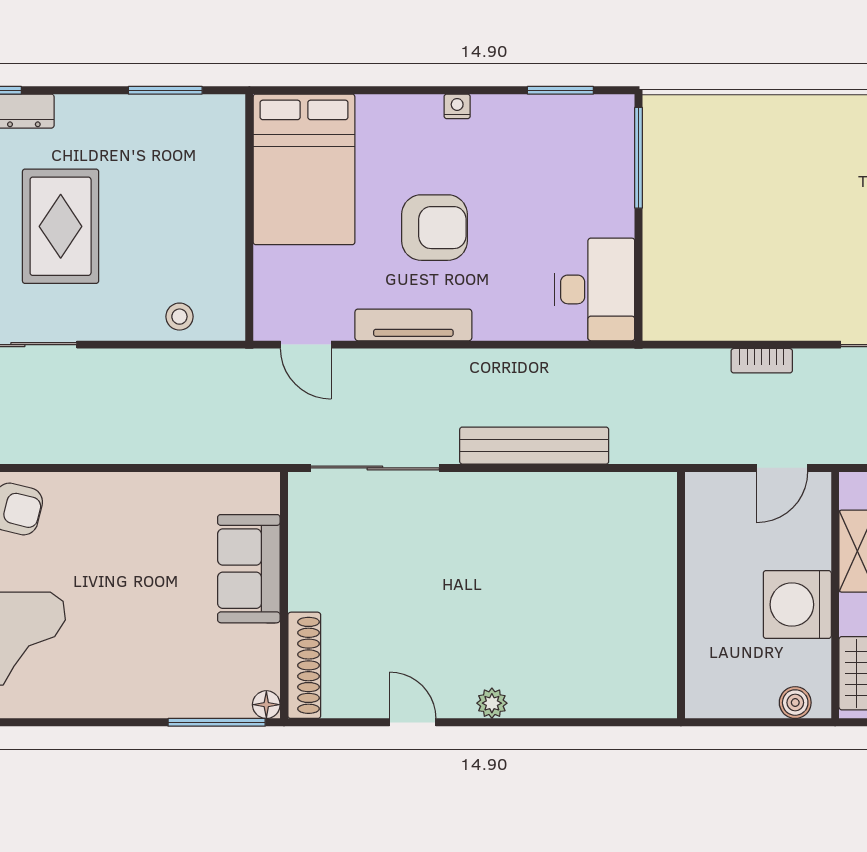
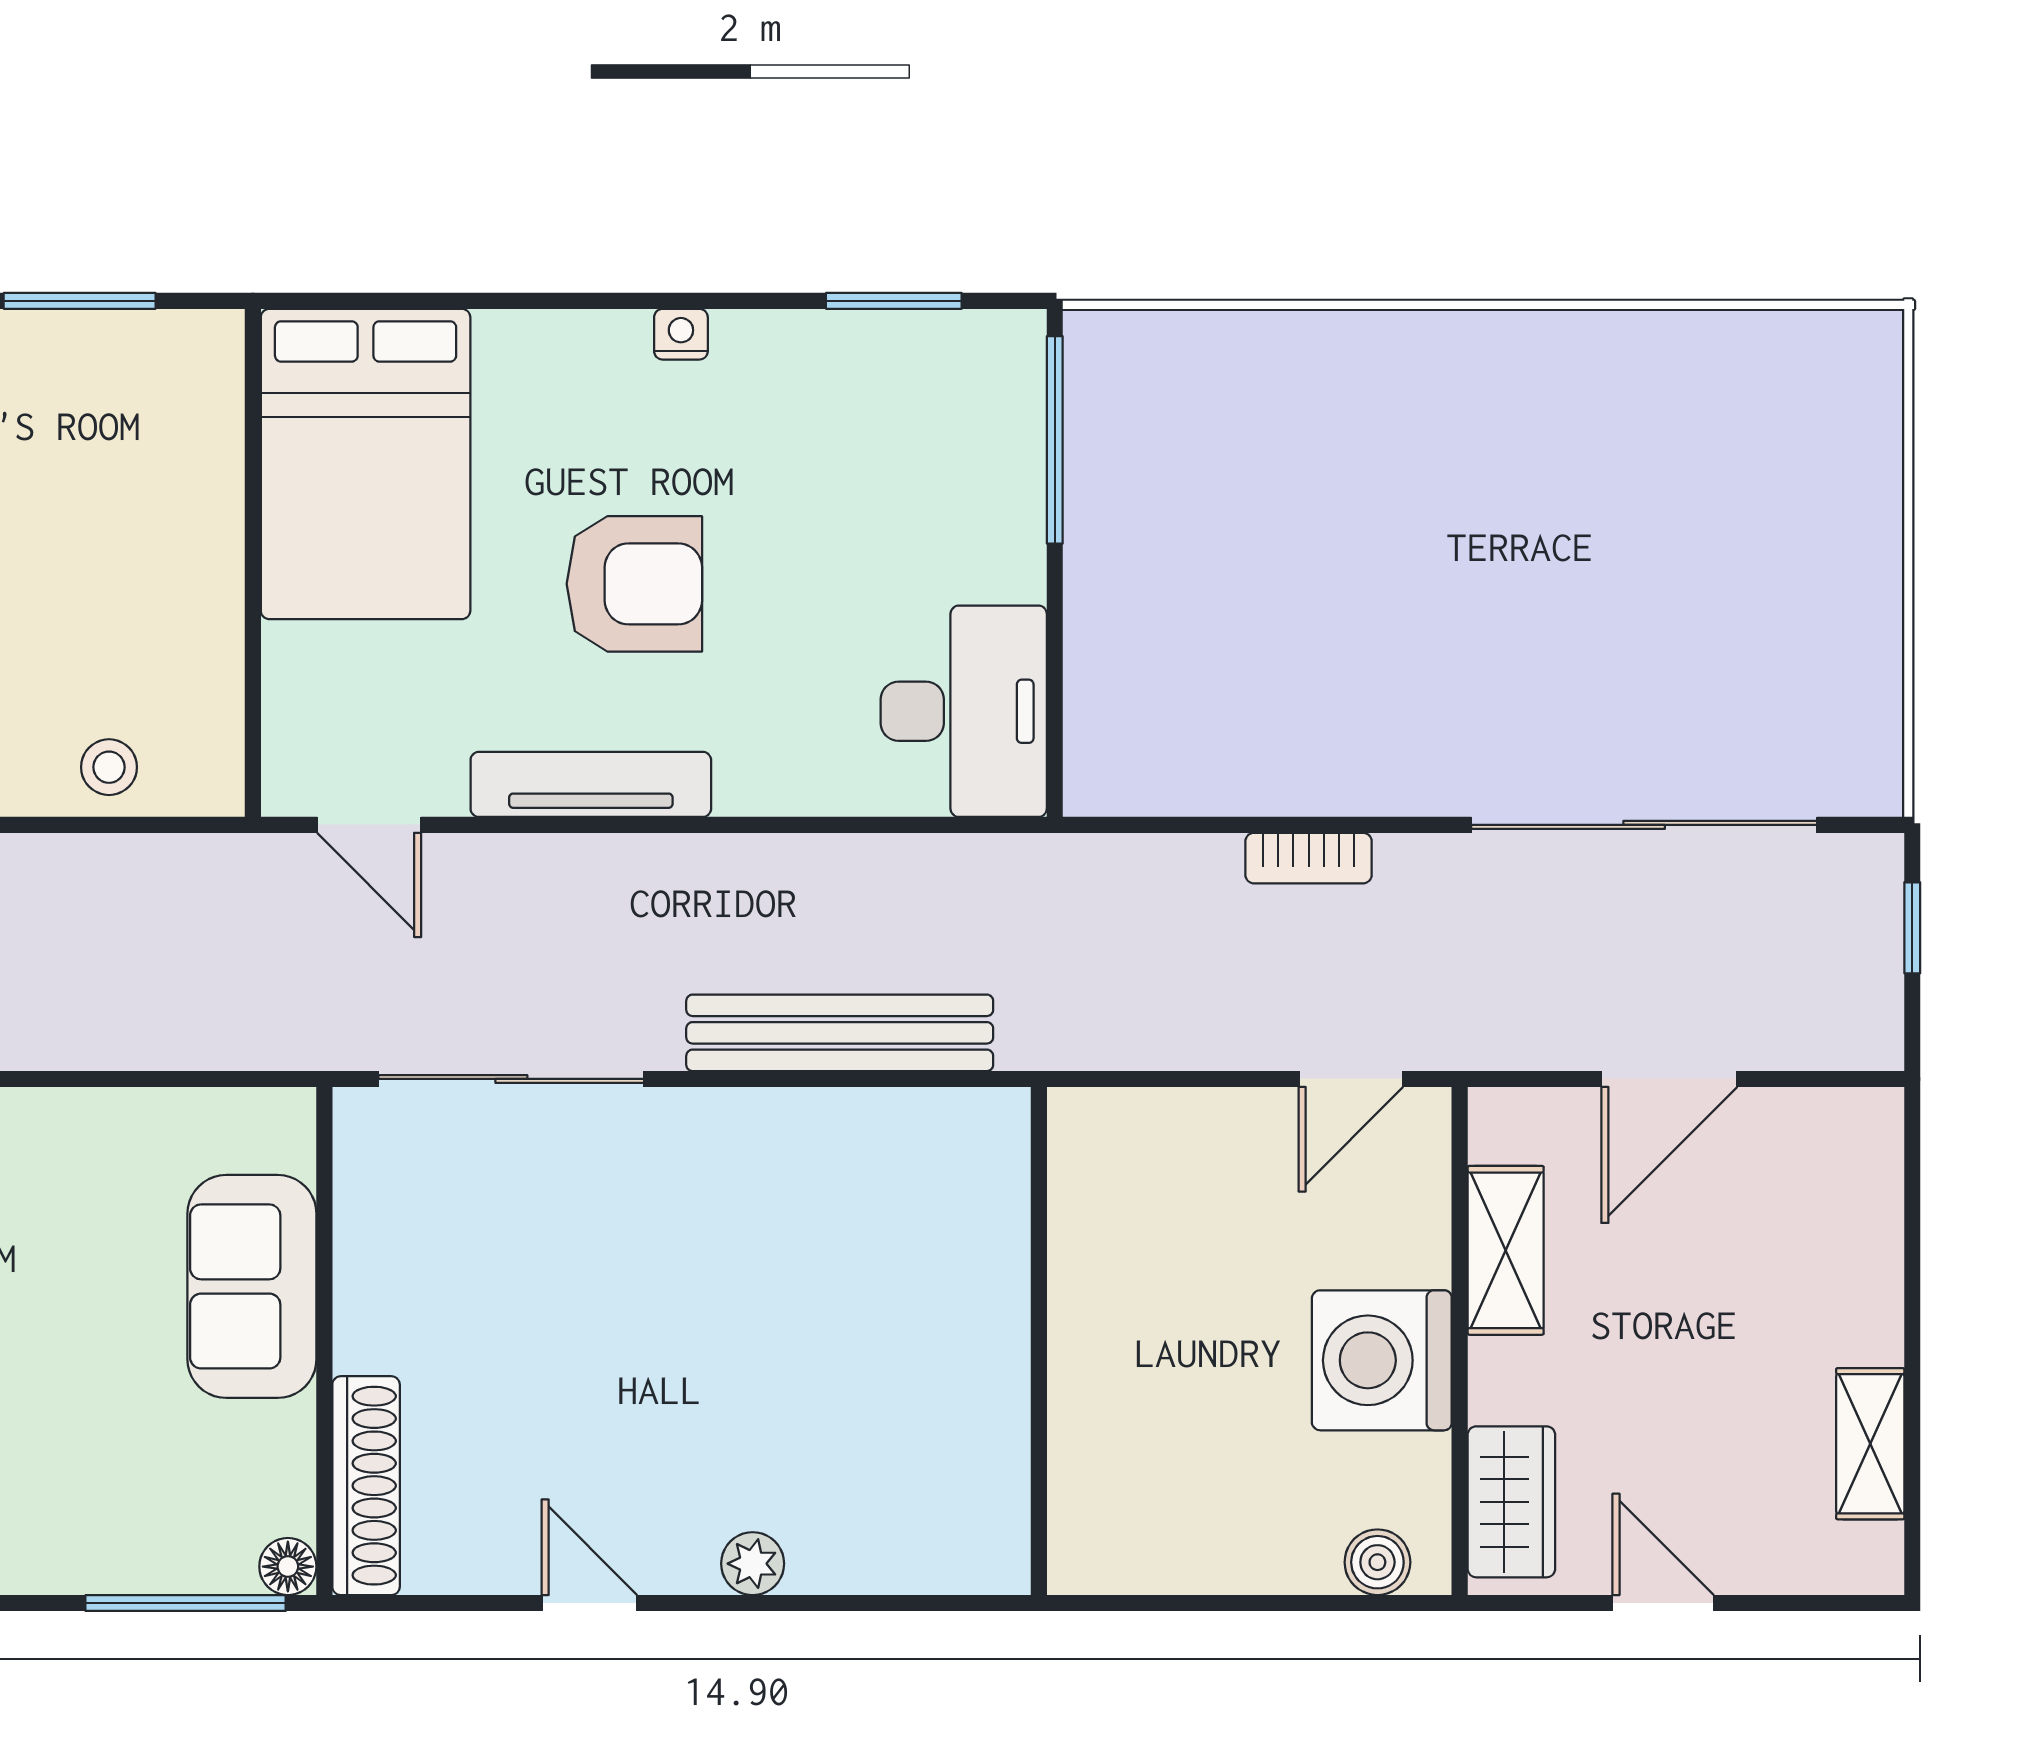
wall: (681, 595) -> (1039, 1341), moved

